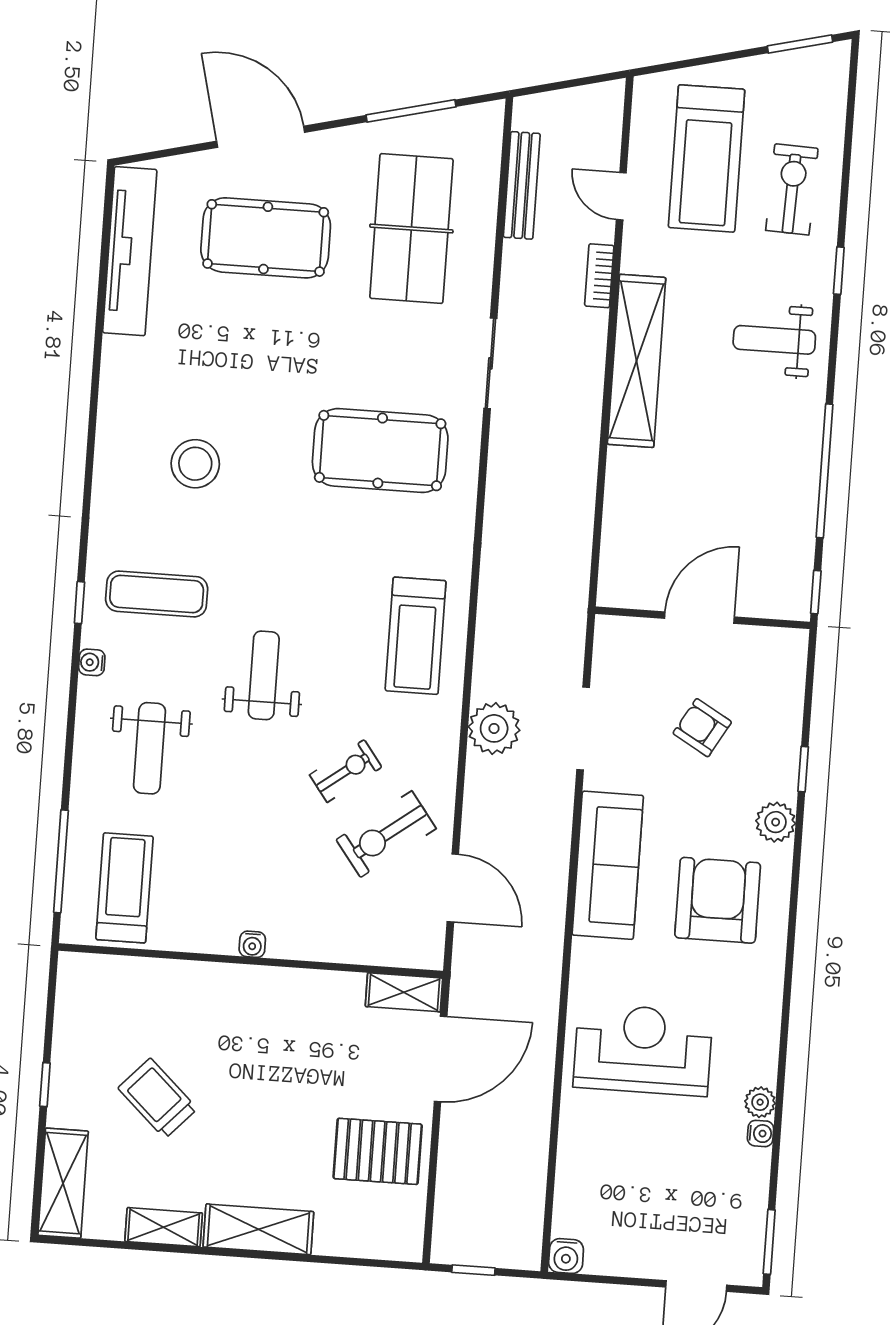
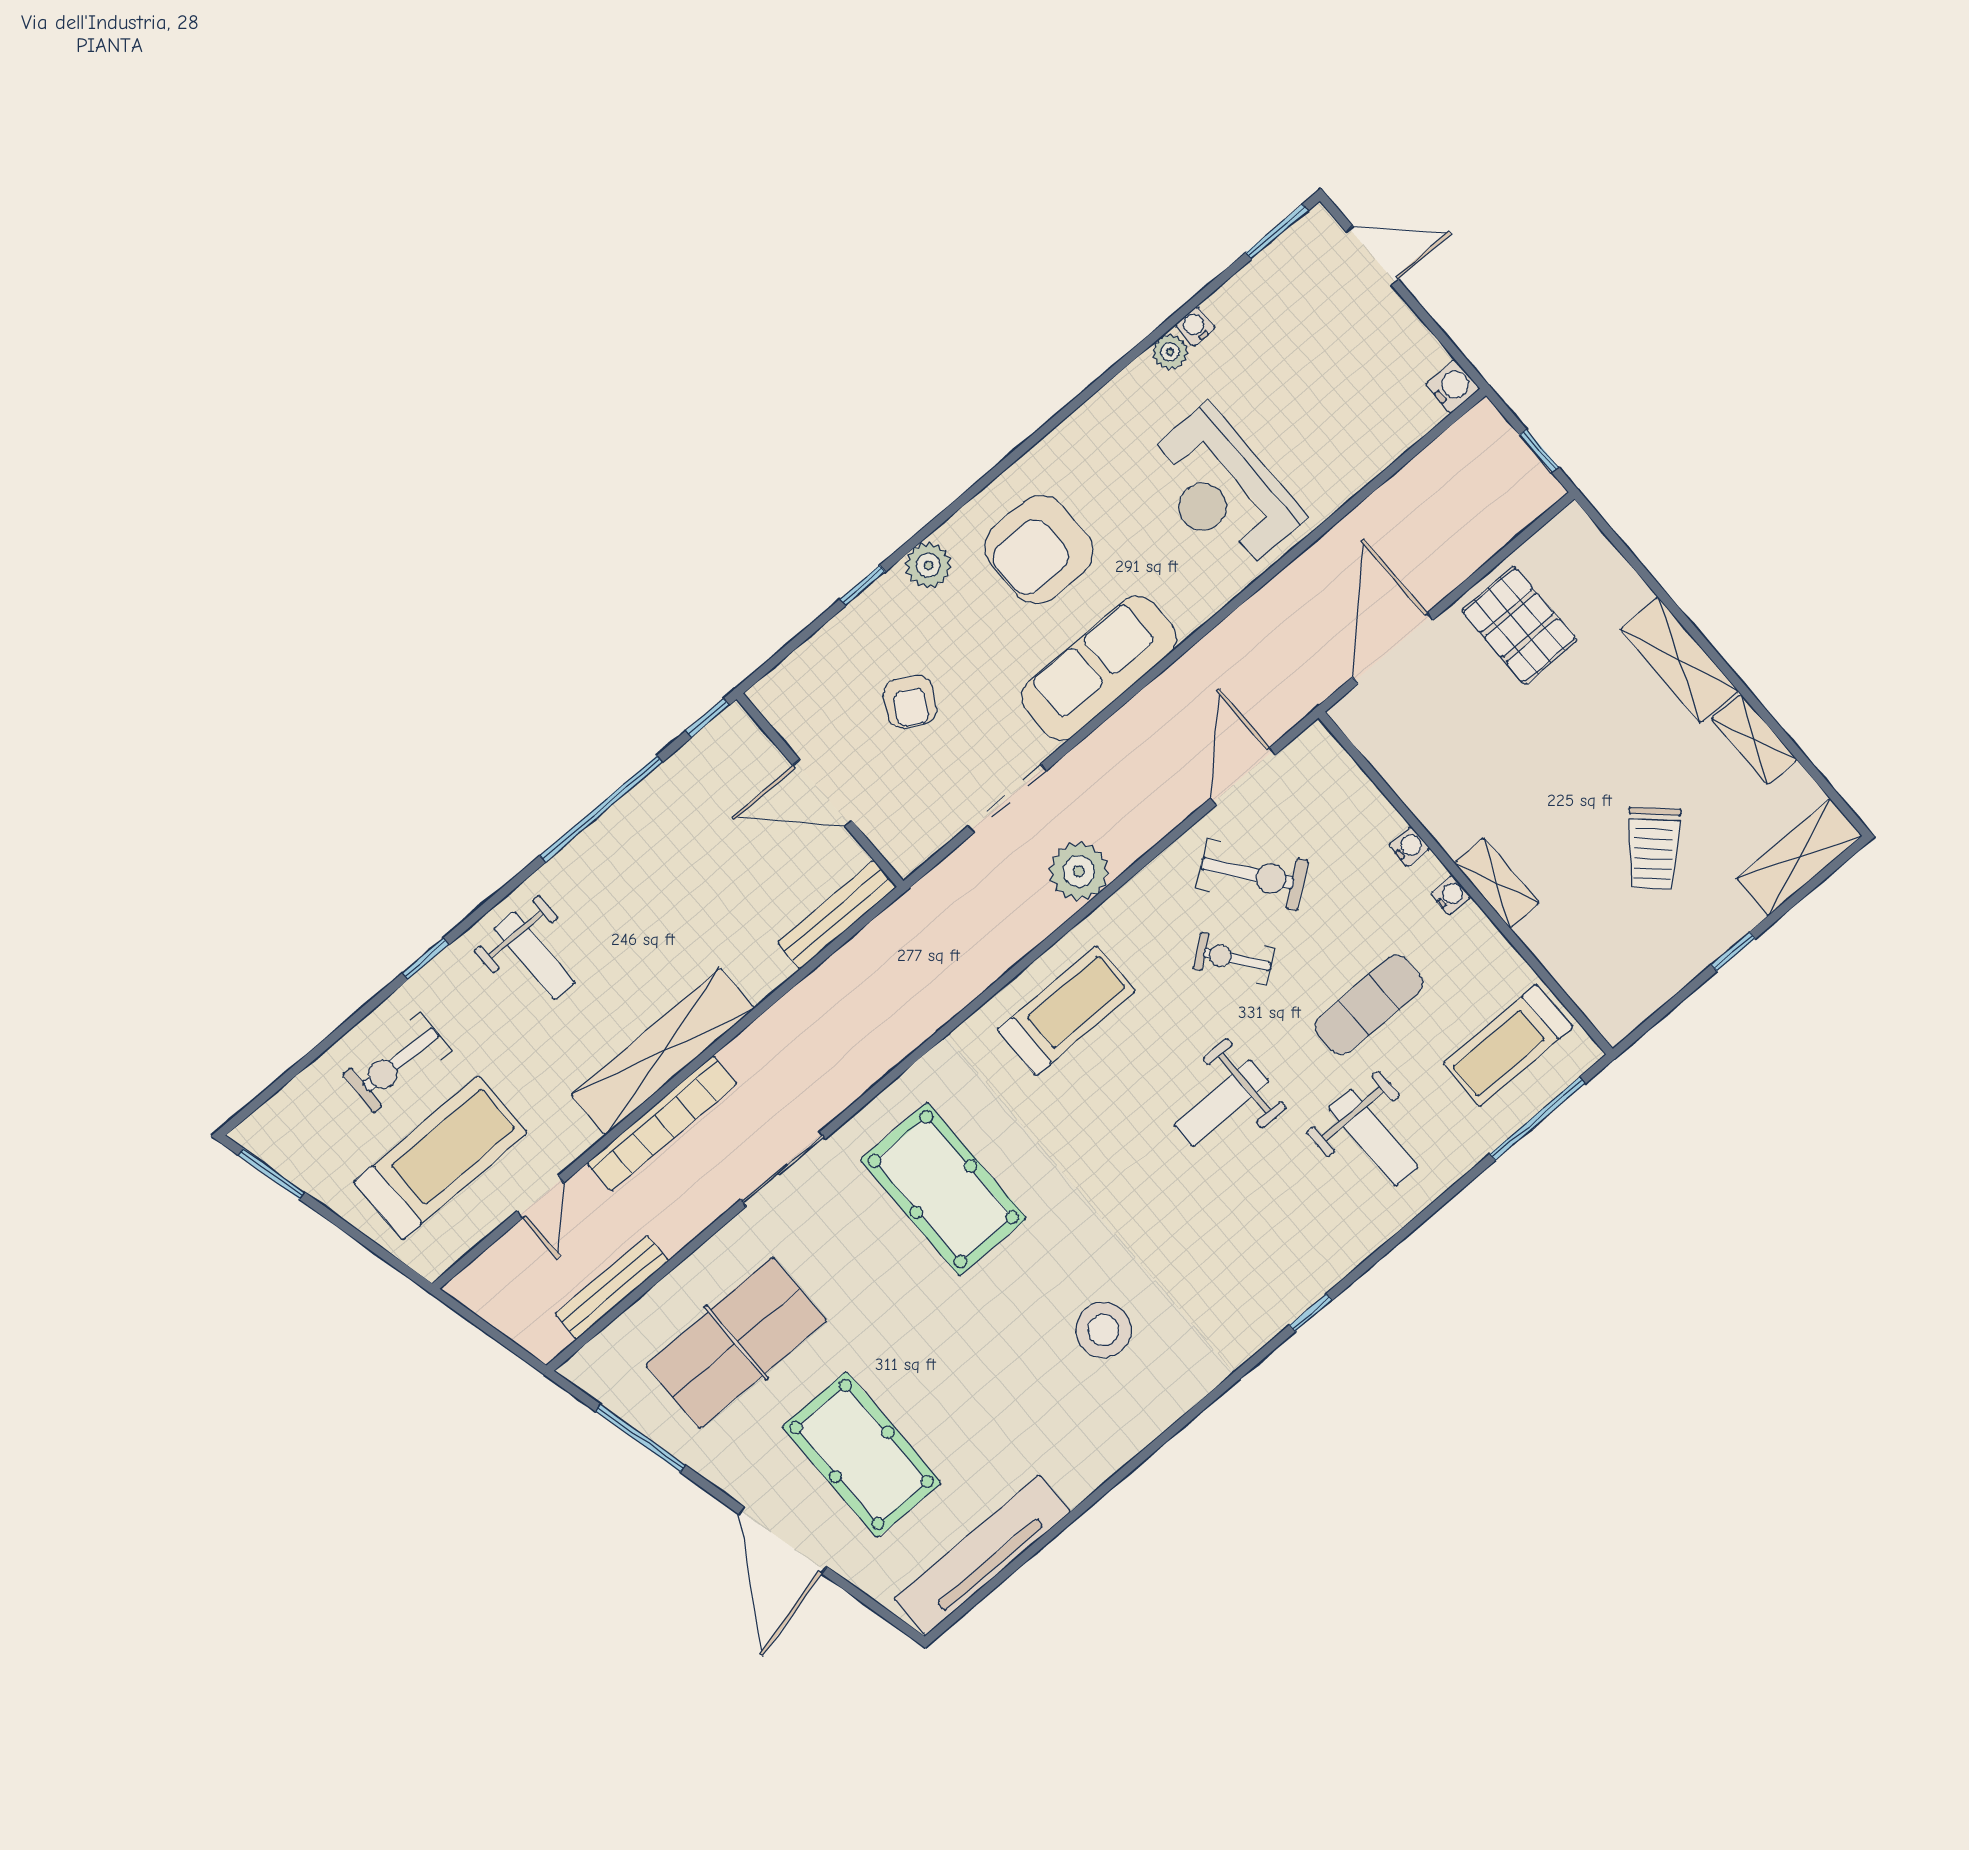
bookcase: (599, 276) -> (662, 1124), width x2.31, depth x1.31
bench: (615, 552) -> (837, 915), added
exercise mat: (157, 594) -> (1369, 1005), moved, turned 90
water cooler: (92, 662) -> (1409, 847), moved, turned -90
weight bench: (149, 748) -> (1373, 1138), turned 90
shelving: (404, 992) -> (1496, 883), moved
door: (441, 1059) -> (1393, 648), hinge flipped

